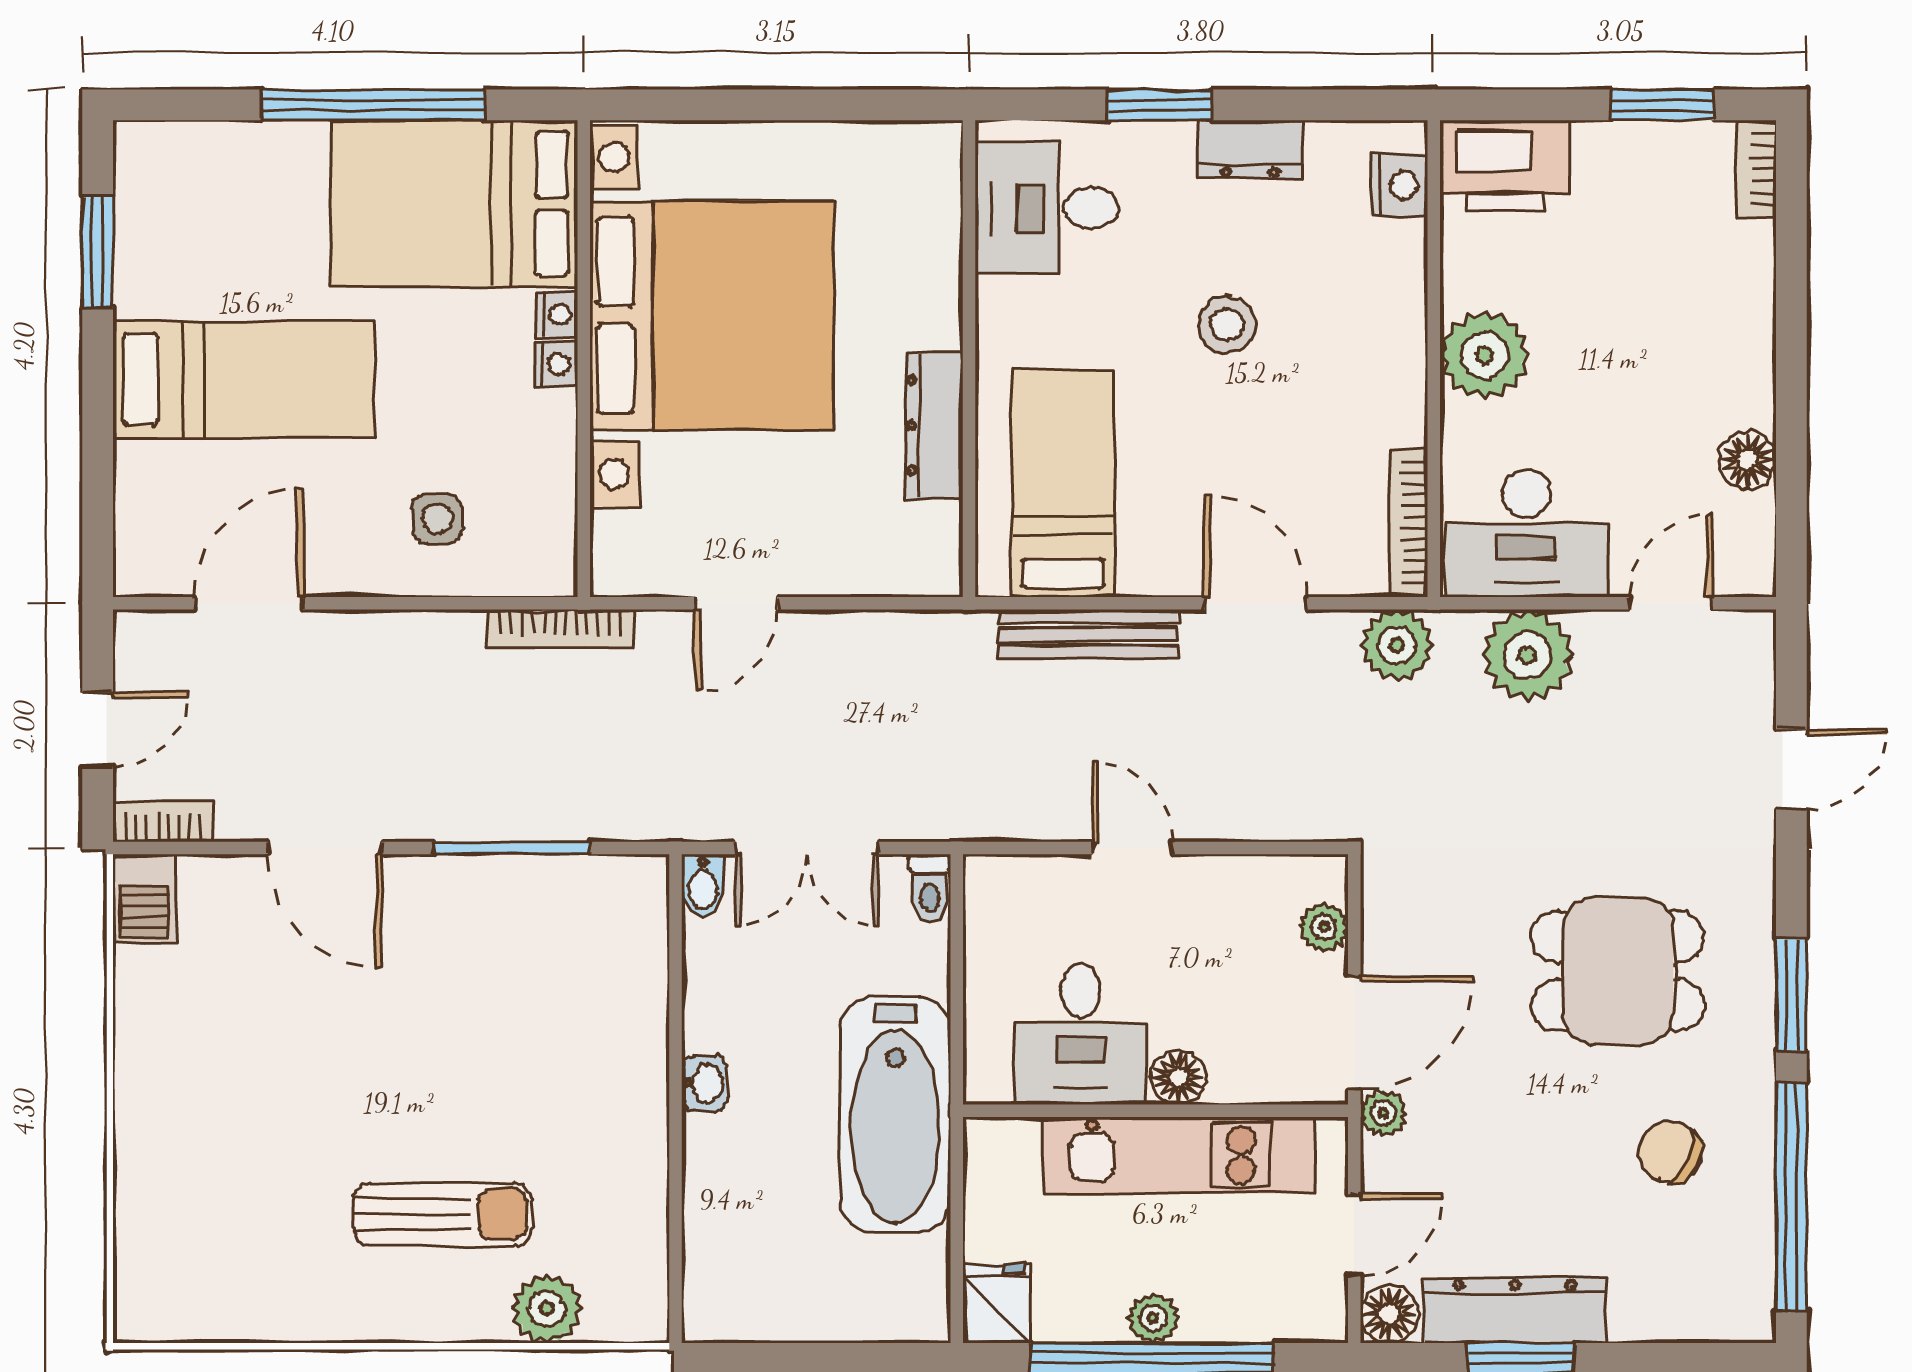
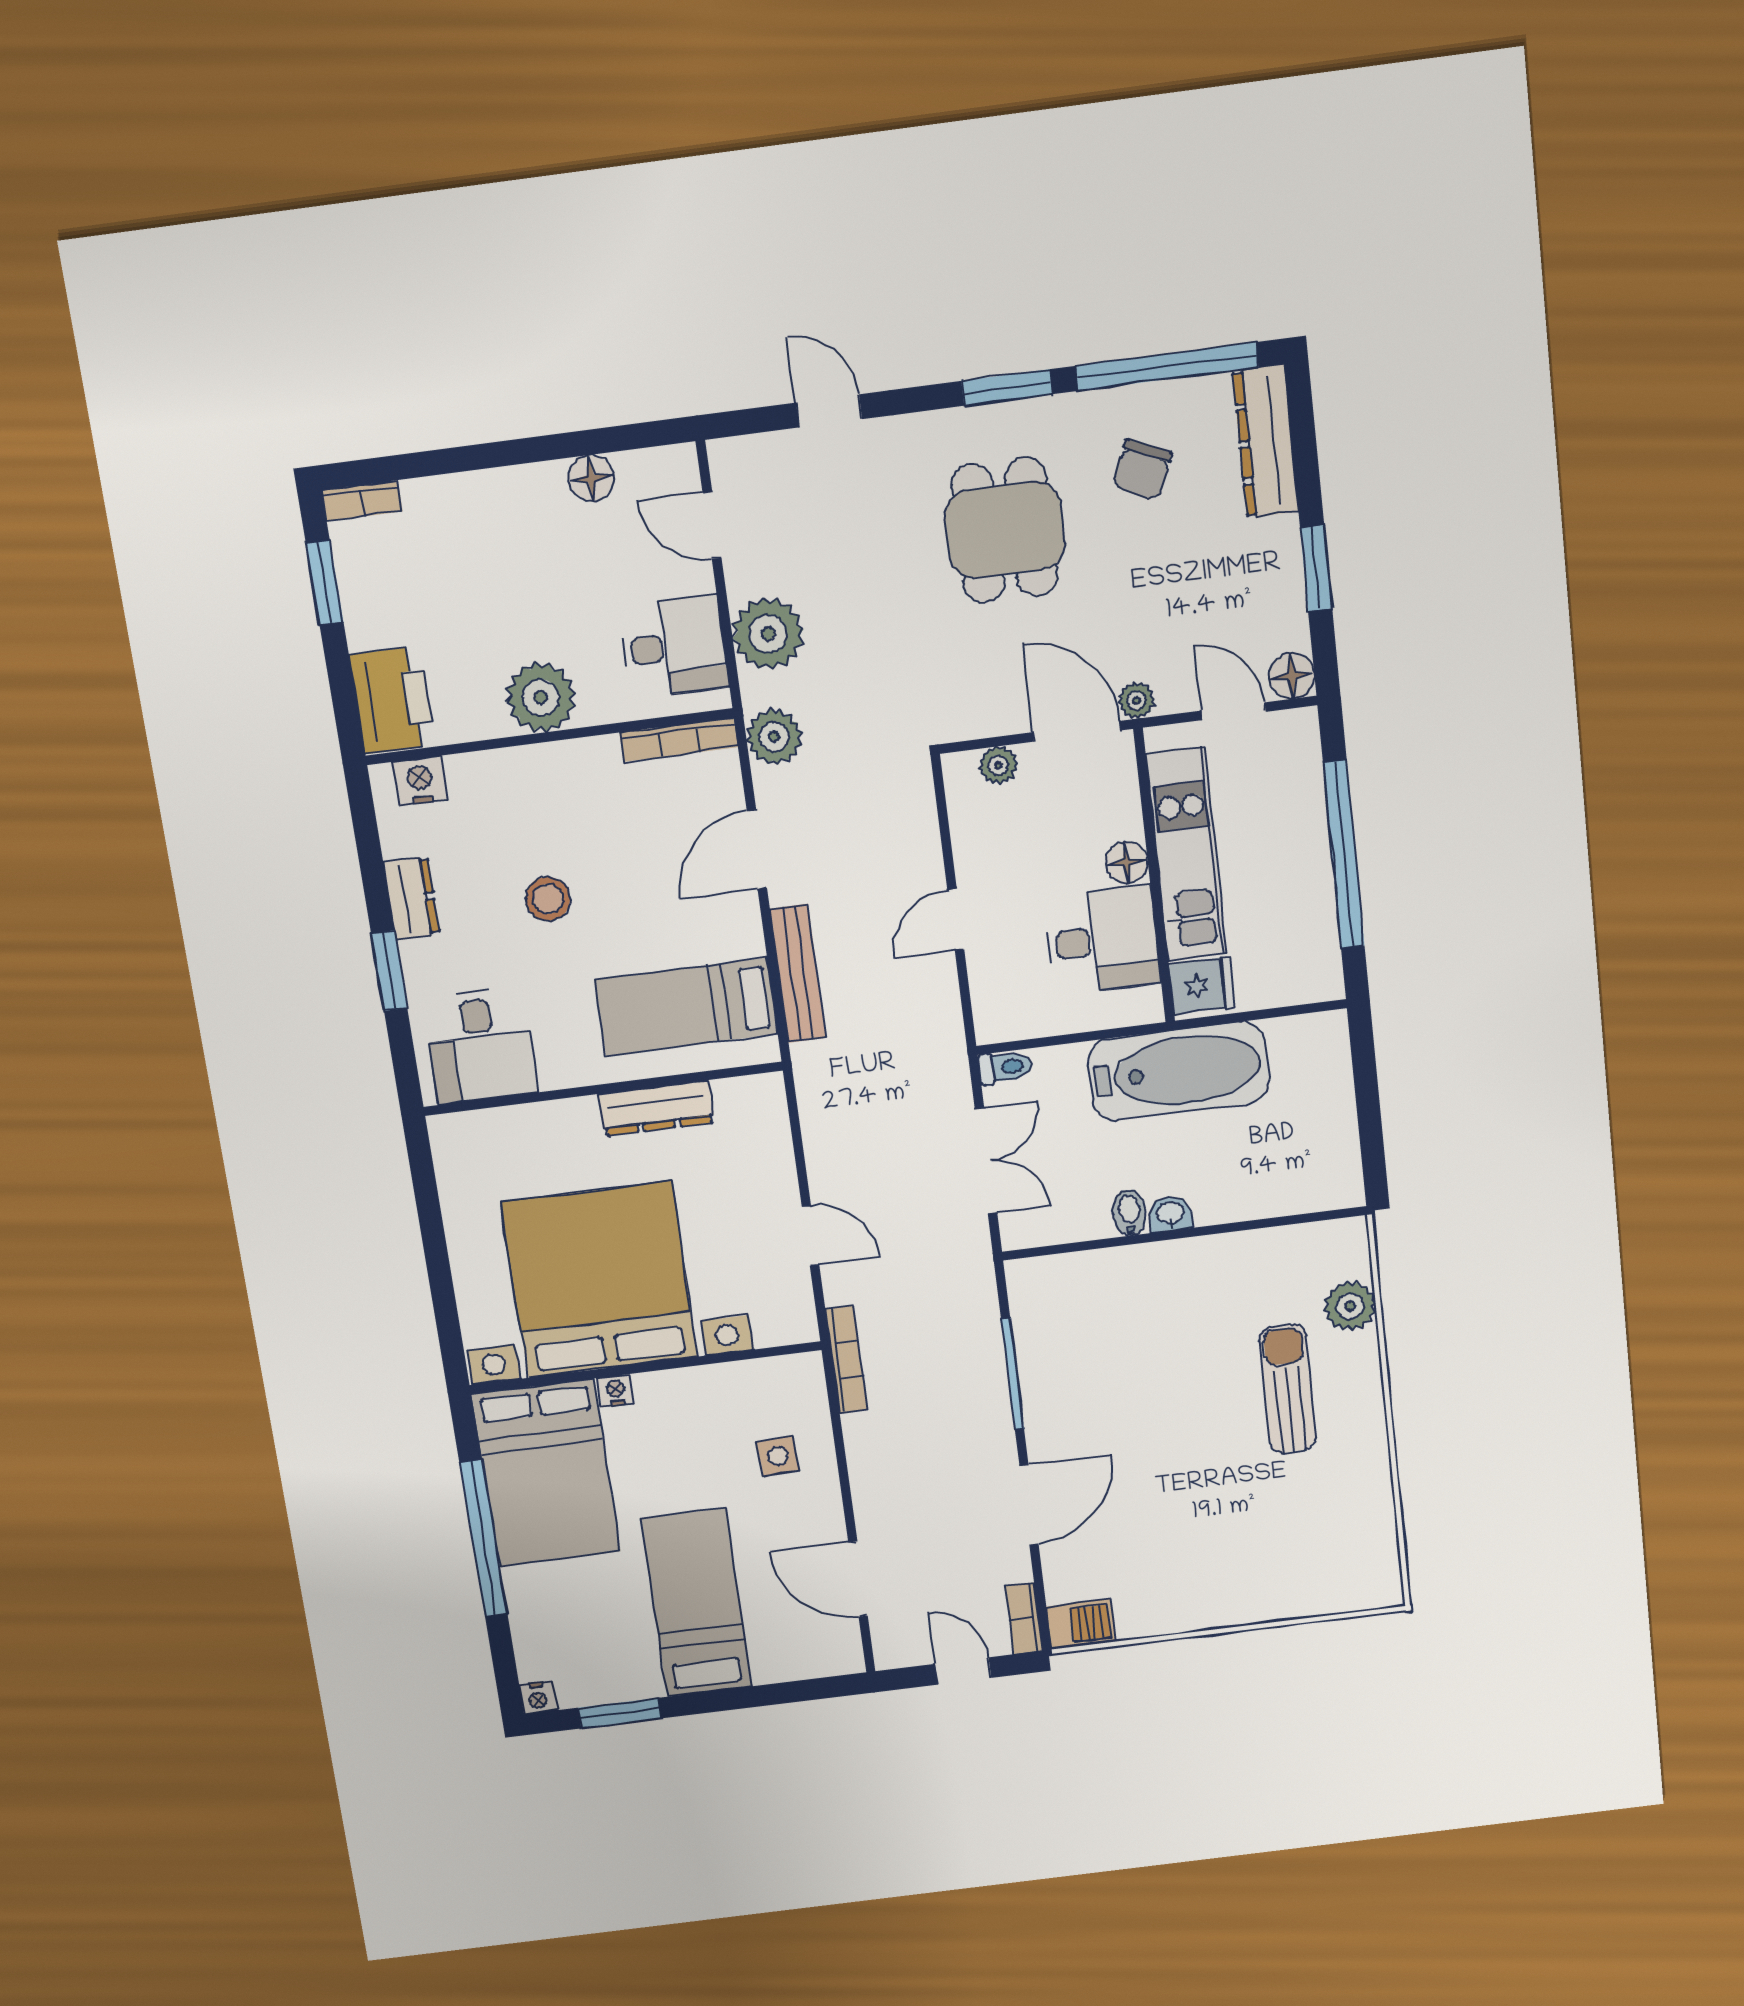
nightstand: (556, 364) -> (538, 1698), moved, turned 180
desk: (1526, 533) -> (674, 647), width x0.73
bidet: (703, 885) -> (1129, 1213), moved, turned -90
fridge: (996, 1303) -> (1202, 986), moved, turned 180
dresser: (1515, 1311) -> (1266, 442), moved
plant: (1153, 1318) -> (1313, 858), removed

